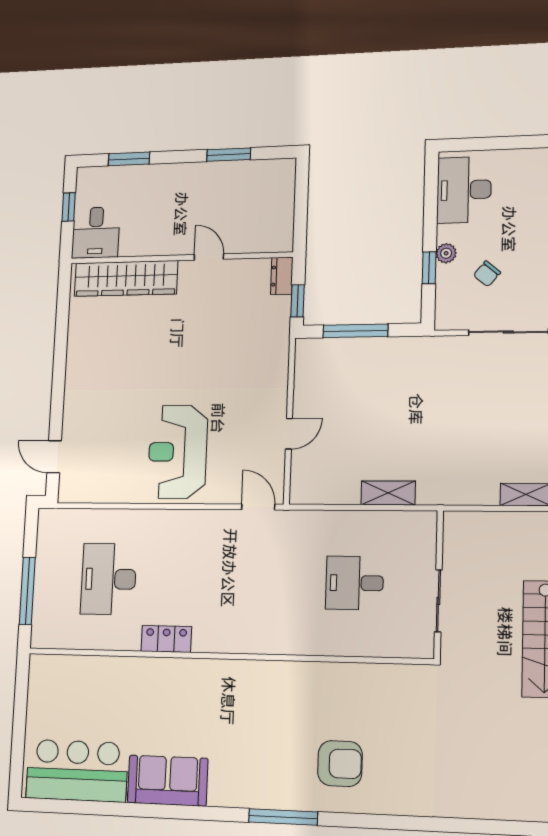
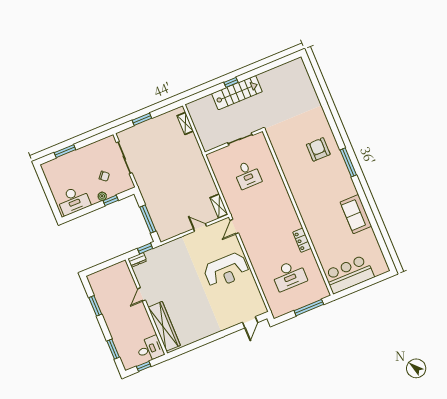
shelving: (388, 493) -> (219, 206), moved
bar counter: (77, 771) -> (349, 274), moved, turned 90

